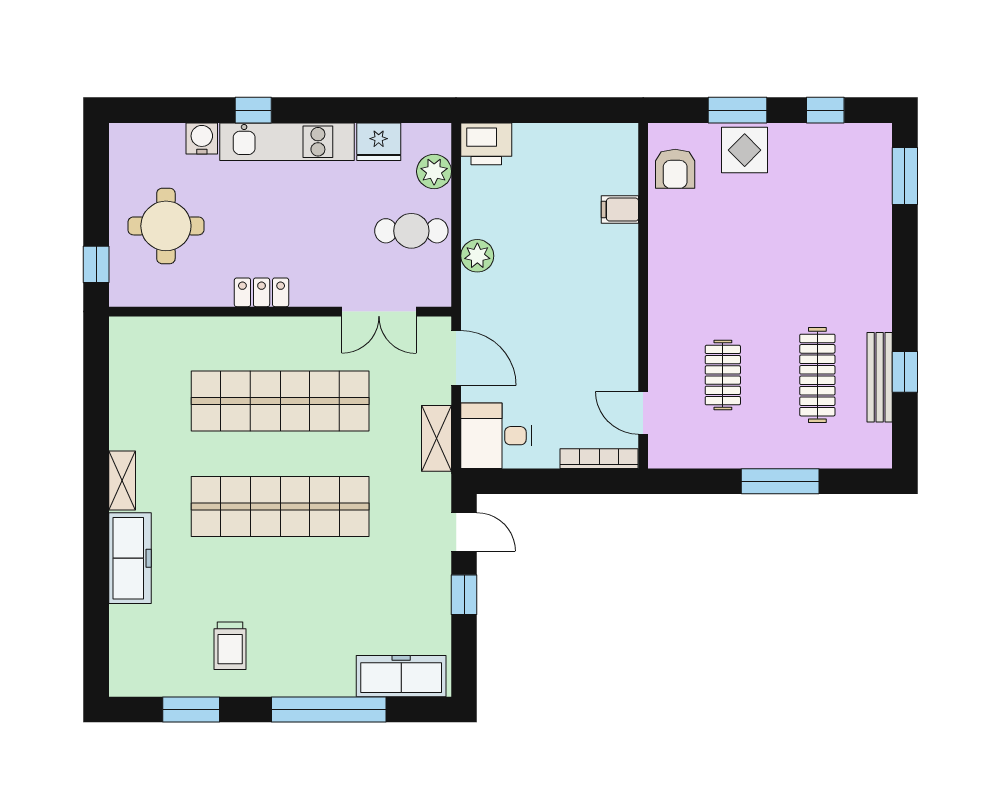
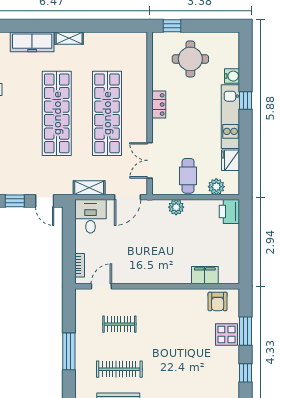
armchair: (675, 169) -> (218, 301), turned -90
filing cabinet: (620, 210) -> (205, 275), width x2.00
bookcase: (599, 459) -> (80, 265), width x0.64
door: (464, 532) -> (45, 201), hinge flipped

